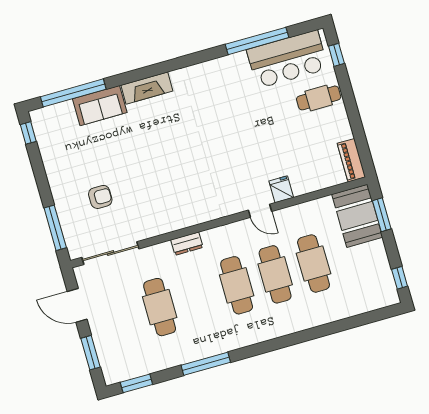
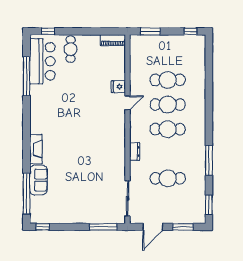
armchair: (100, 197) -> (93, 195), removed
booth: (357, 216) -> (147, 46), removed

